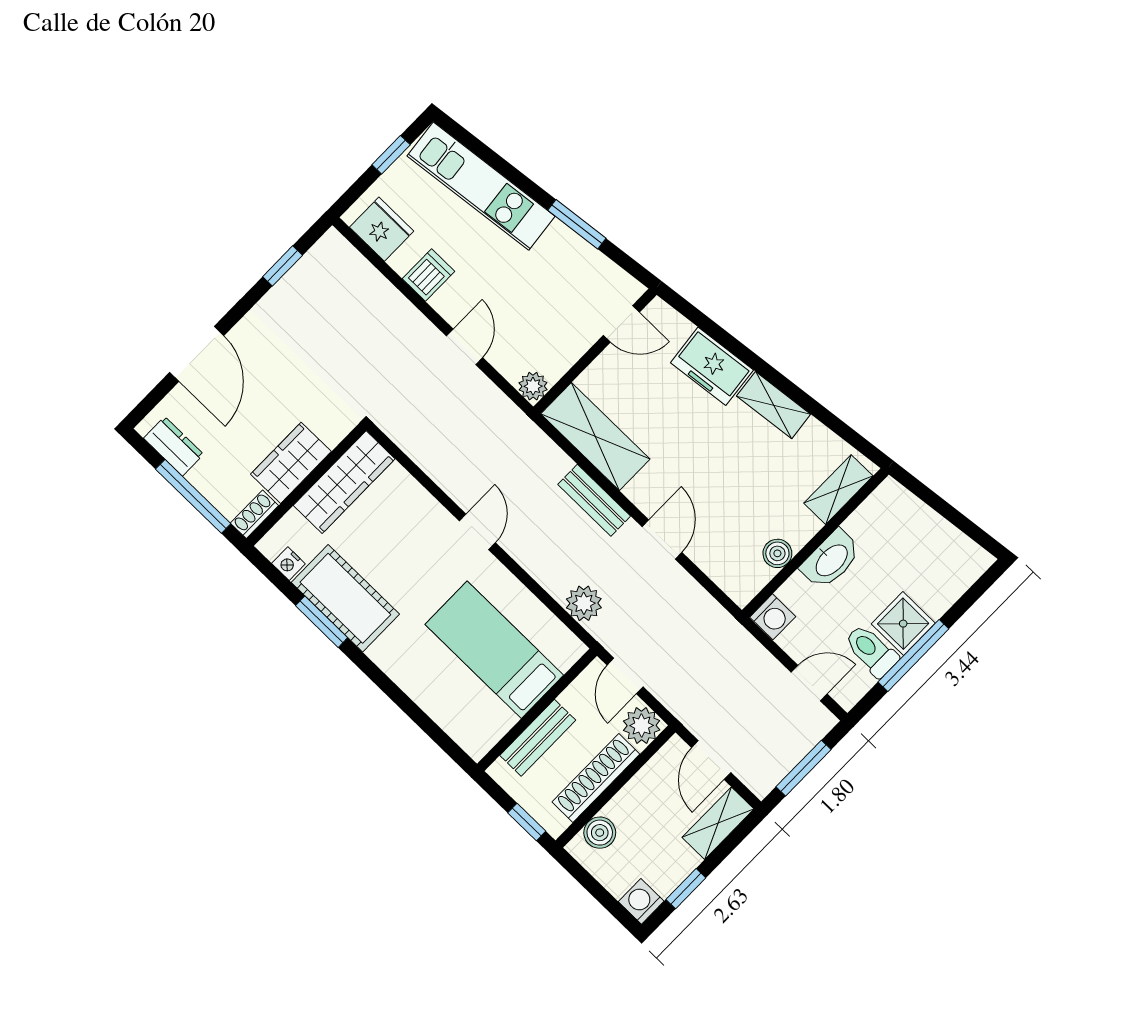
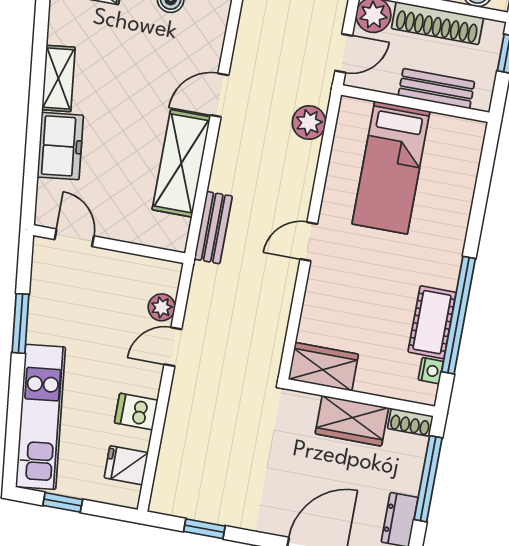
fridge: (382, 229) -> (126, 465), width x0.72
plant: (533, 386) -> (162, 307), moved
shelving: (595, 437) -> (181, 163), moved
wardrobe: (344, 482) -> (323, 367), width x0.67
bench: (594, 500) -> (213, 228), moved
cot: (345, 598) -> (432, 322), width x0.73, depth x0.75
window: (322, 622) -> (459, 315), width x2.11

